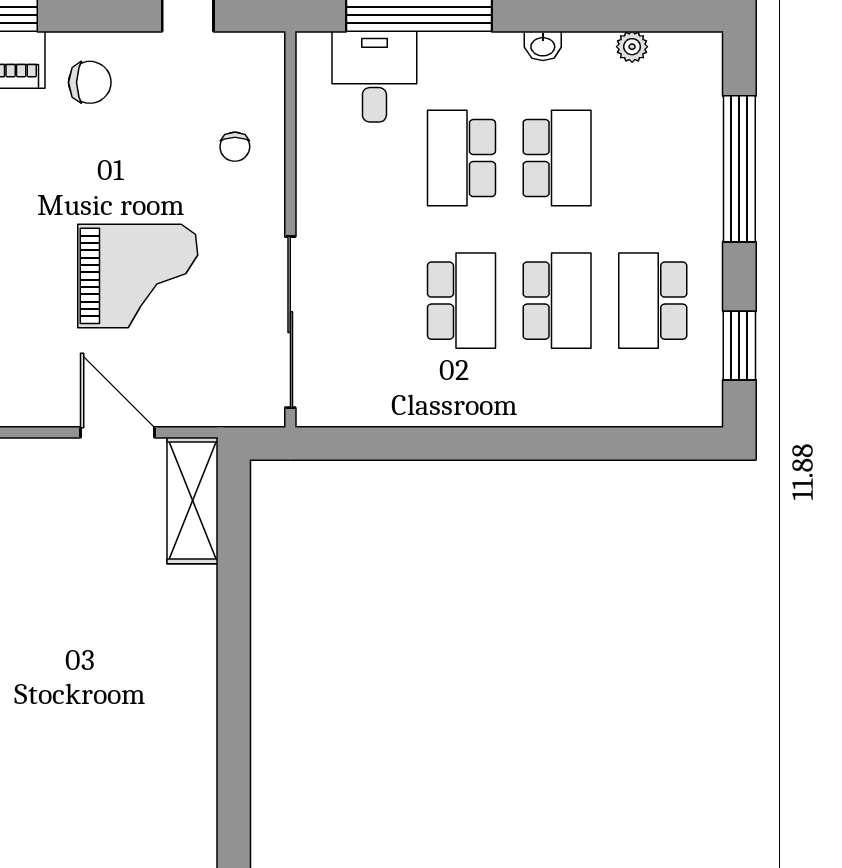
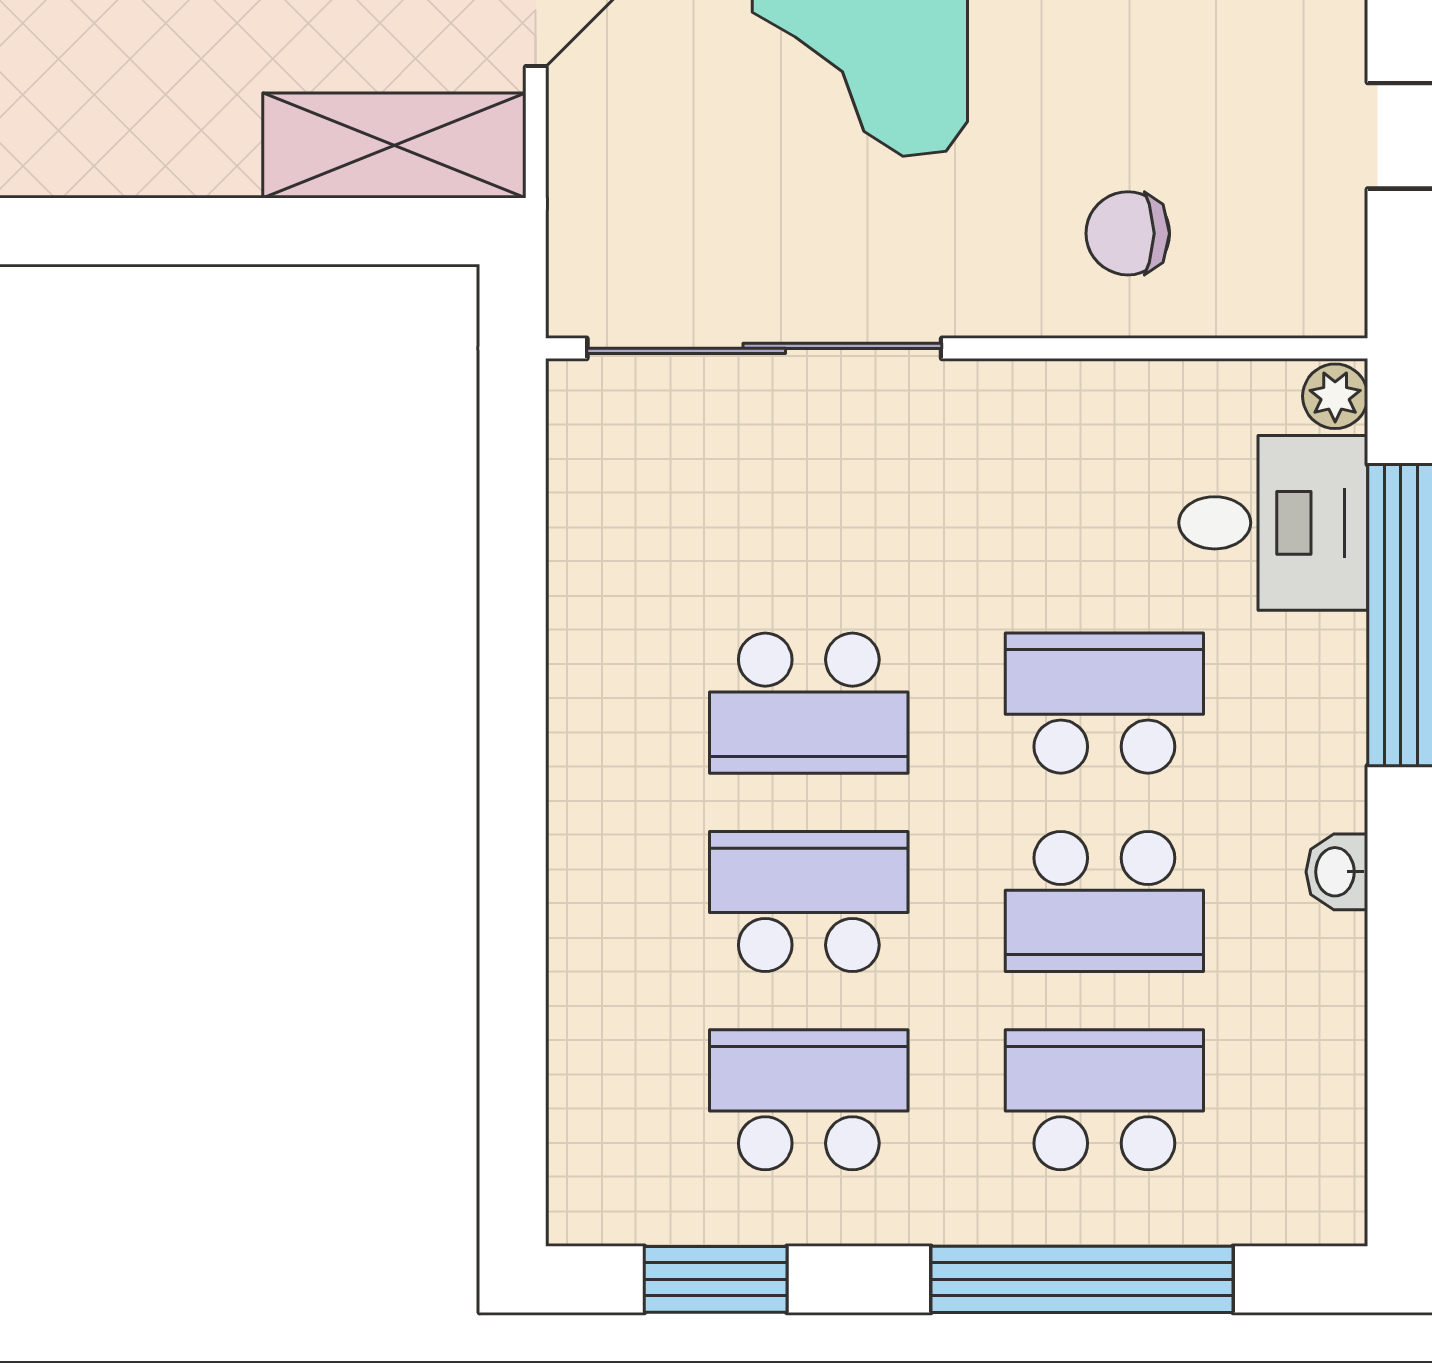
plant: (632, 47) -> (1335, 396), moved
chair: (235, 147) -> (1128, 233), width x1.37, depth x1.37
school desk: (653, 158) -> (1104, 1100), added
school desk: (557, 301) -> (809, 901), turned 180

